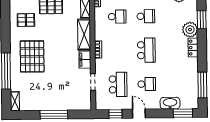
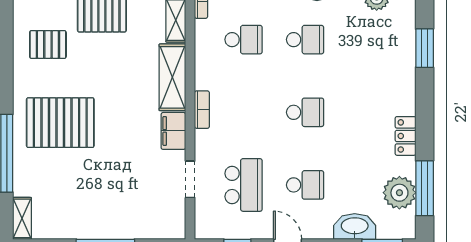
plant: (190, 30) -> (399, 193), moved
locker: (193, 47) -> (405, 136), moved
school desk: (146, 50) -> (305, 112), width x0.54
pallet: (32, 56) -> (60, 123), turned 90

